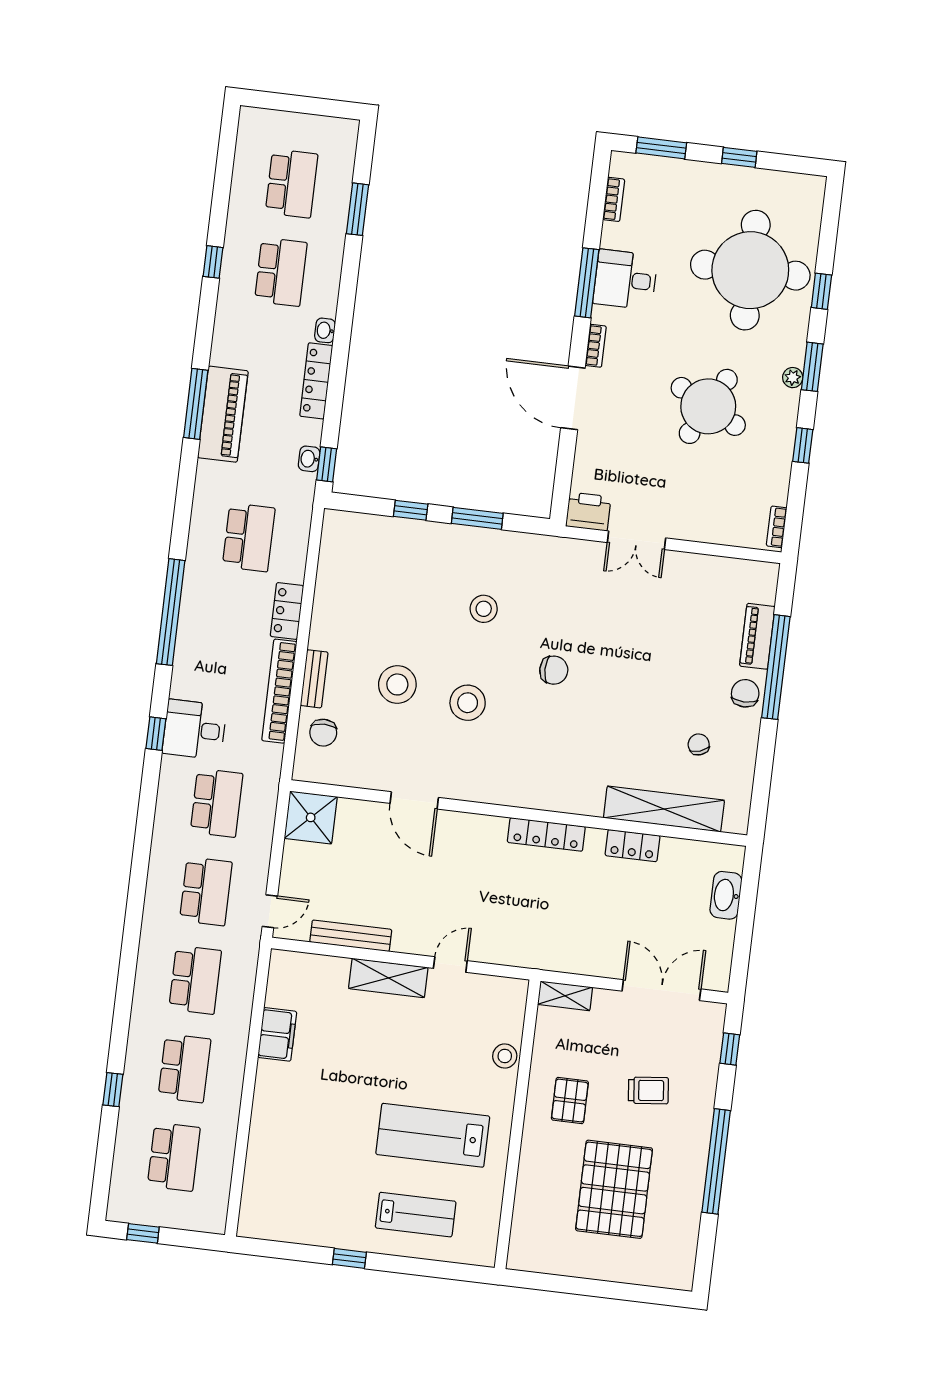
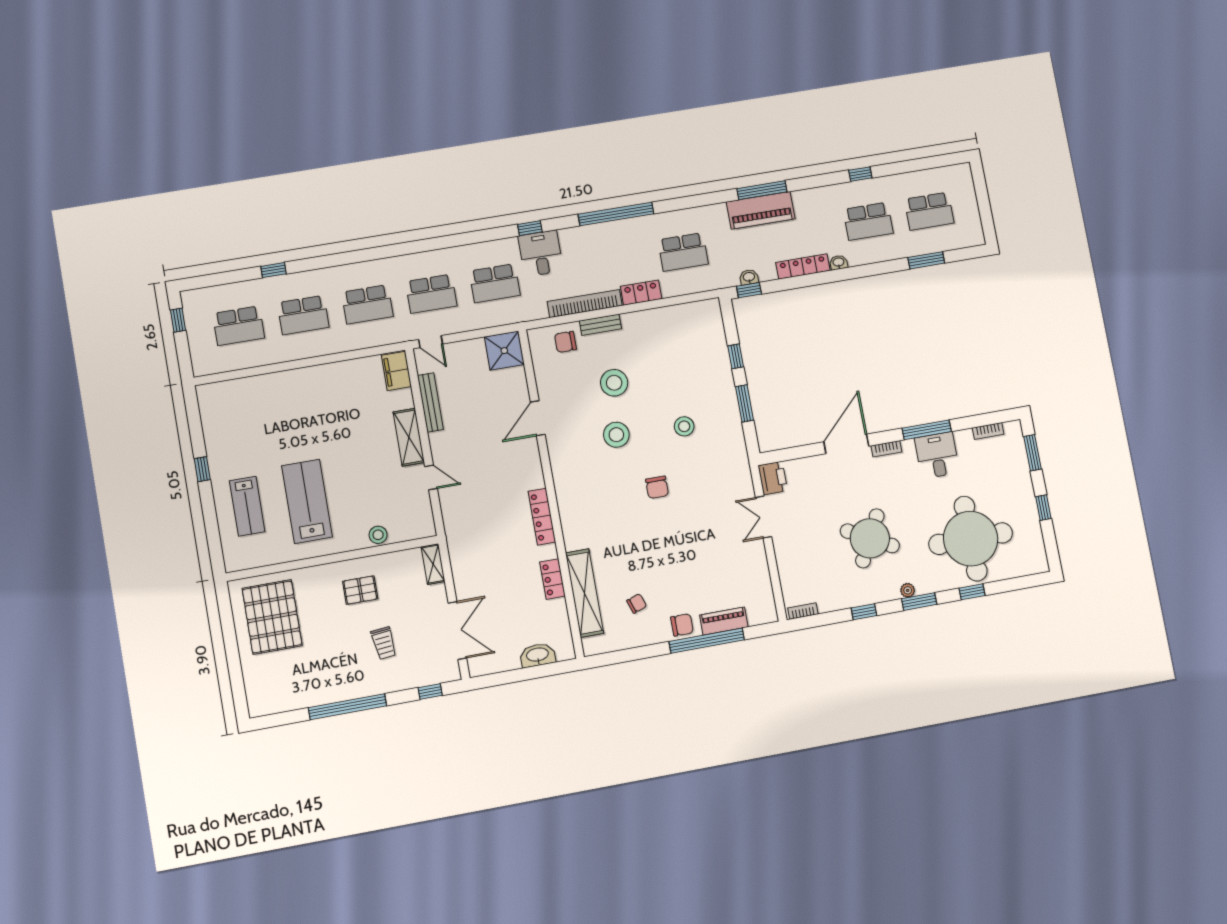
filing cabinet: (277, 1034) -> (396, 371), moved, turned 90
pallet: (614, 1189) -> (272, 617), moved, turned 90

